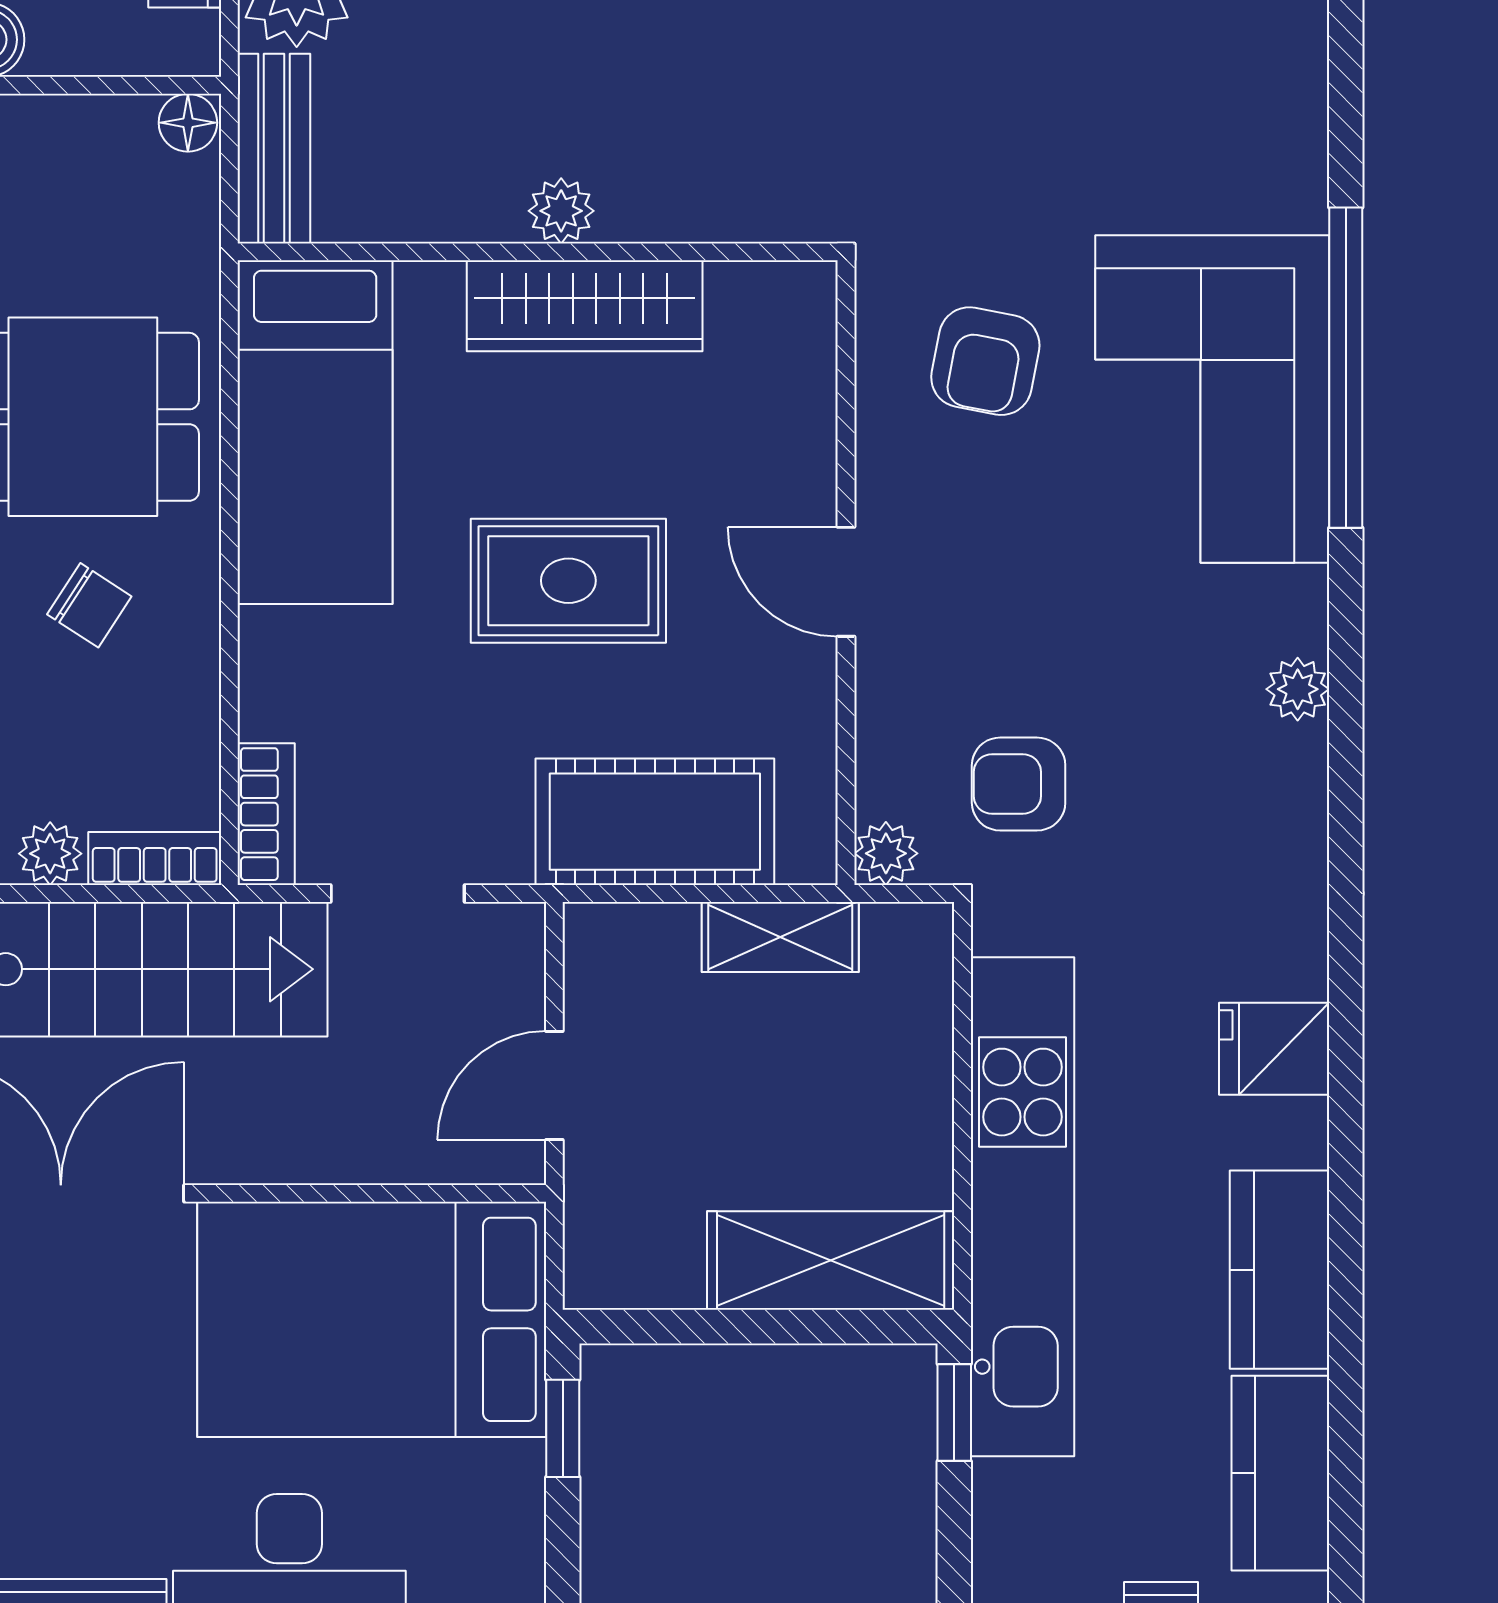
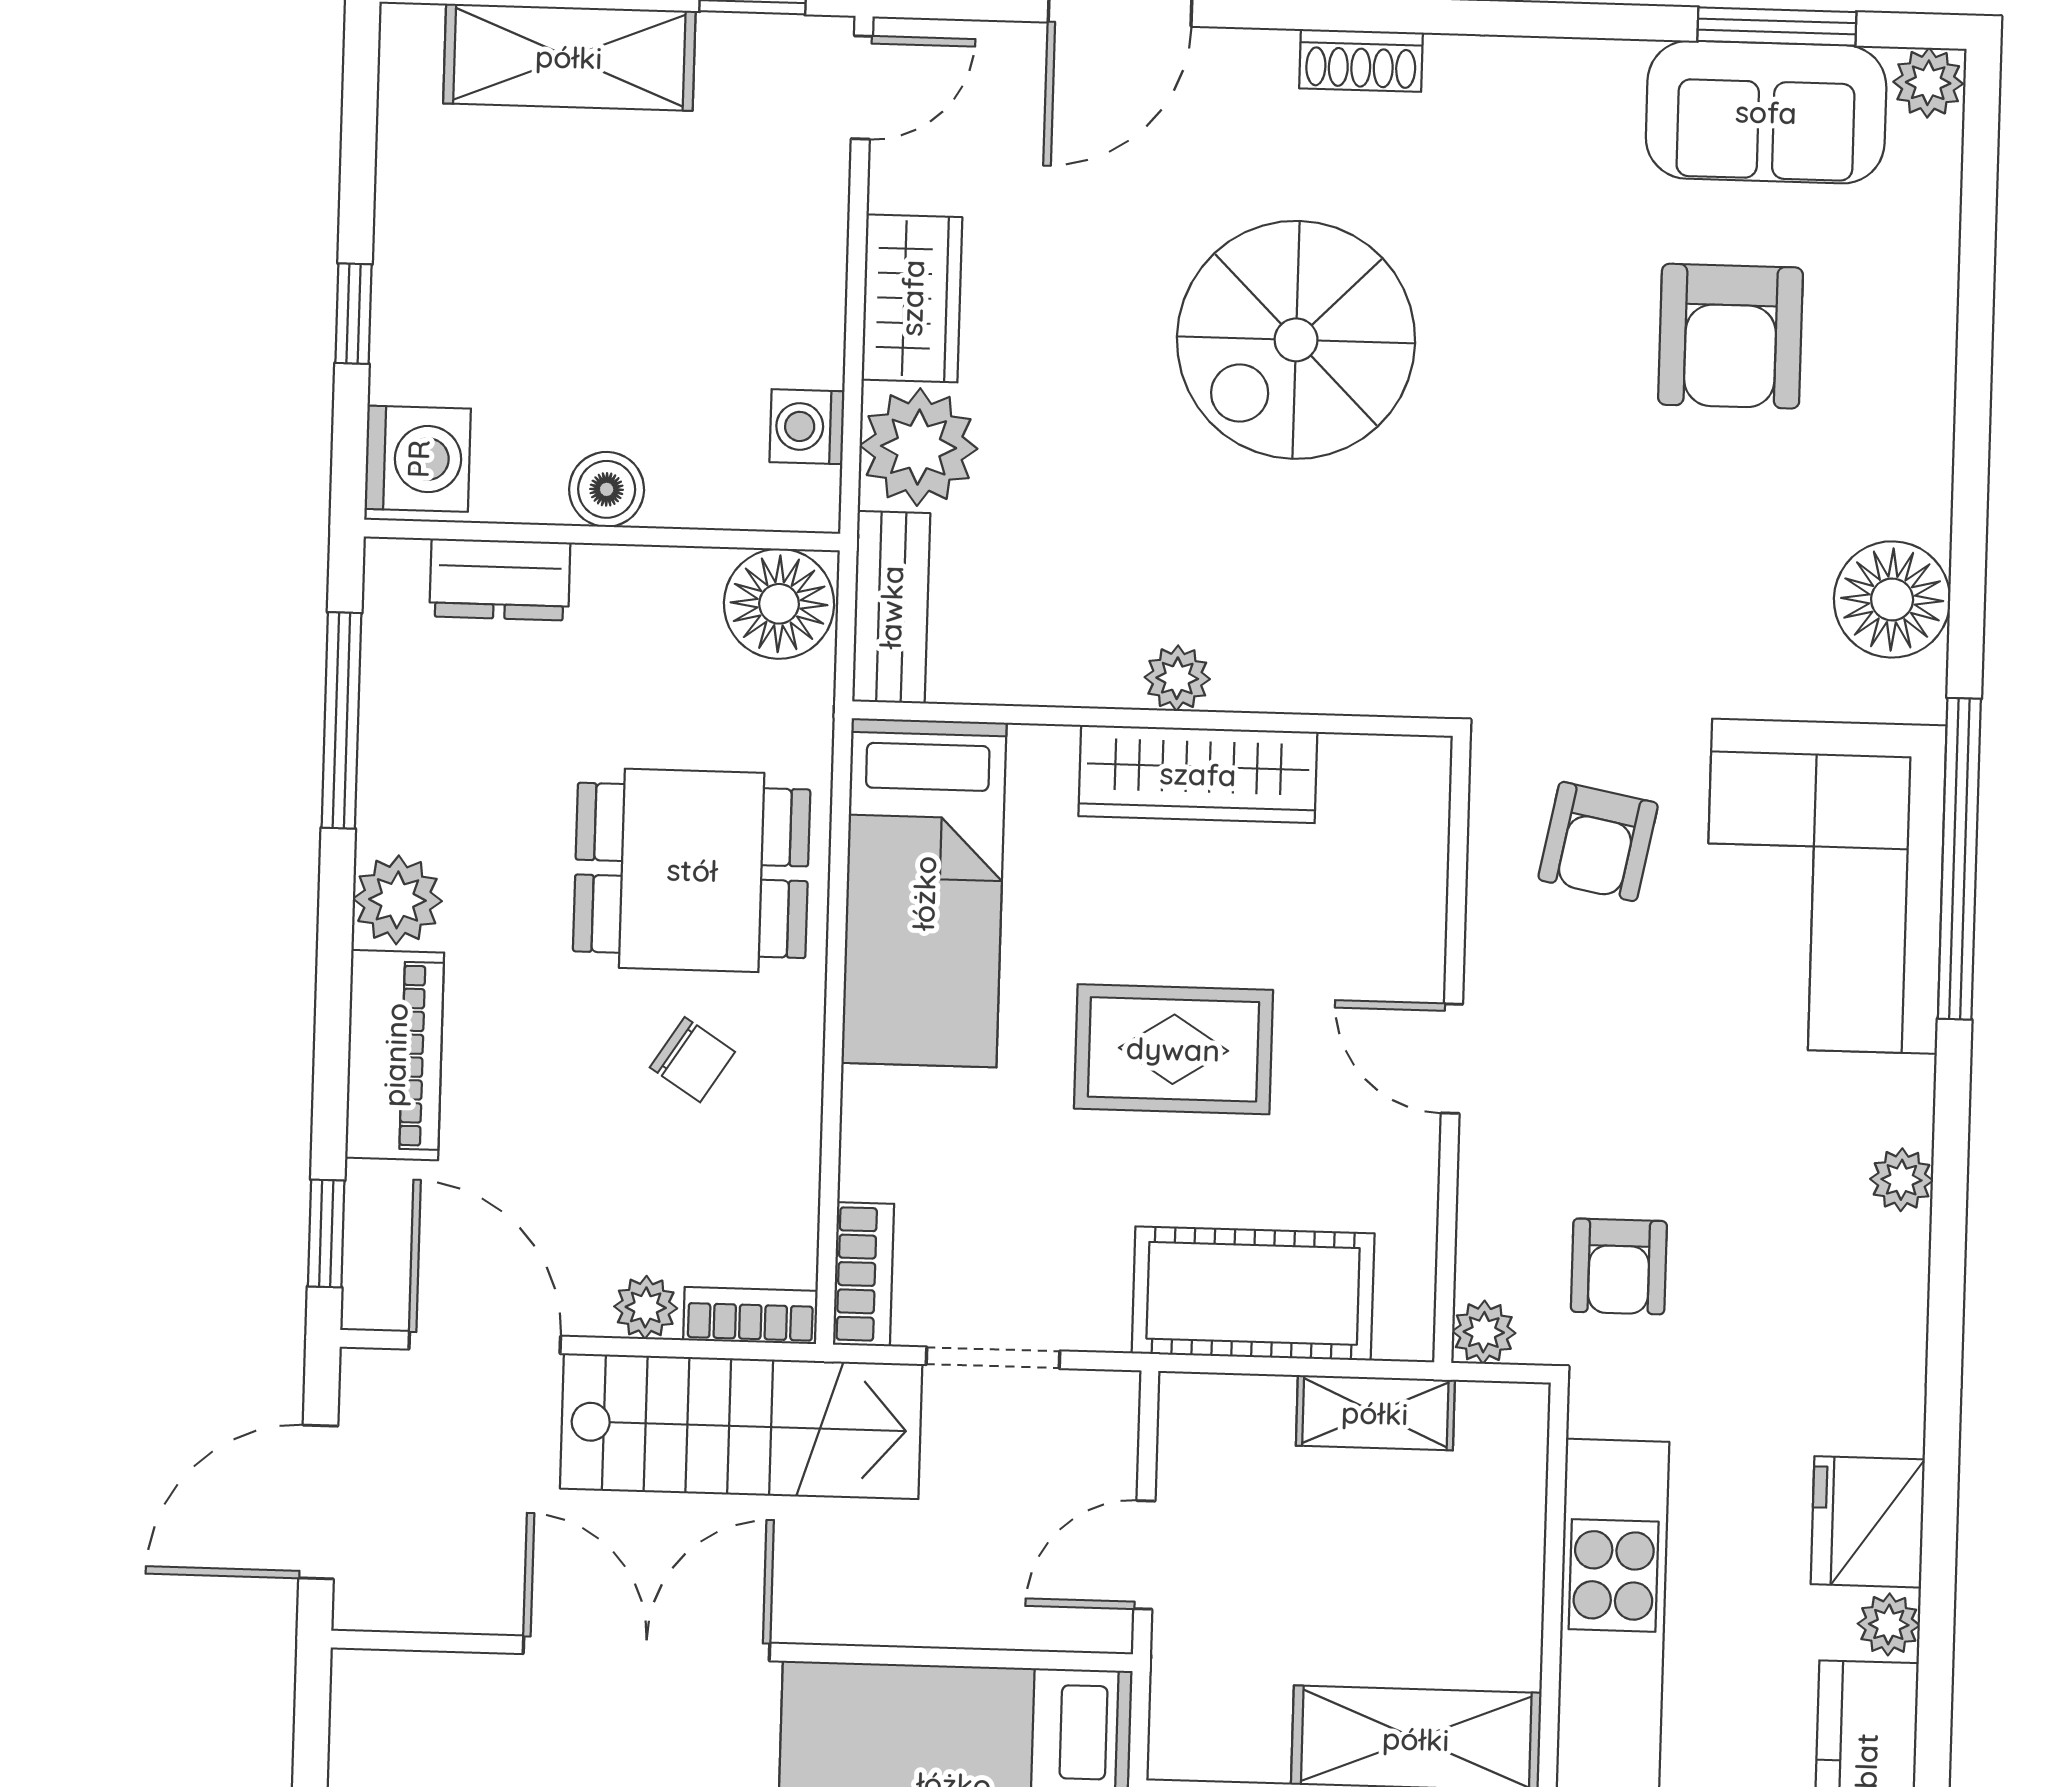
floor lamp: (1271, 111) -> (1892, 599), added
floor lamp: (188, 123) -> (779, 604), width x1.89, depth x1.89
armchair: (1019, 784) -> (1619, 1266), turned -90
fridge: (1274, 1049) -> (1868, 1522), width x1.38
plant: (1298, 1133) -> (1889, 1624), added

